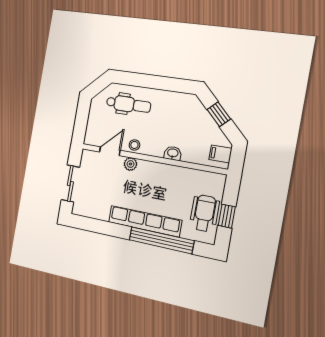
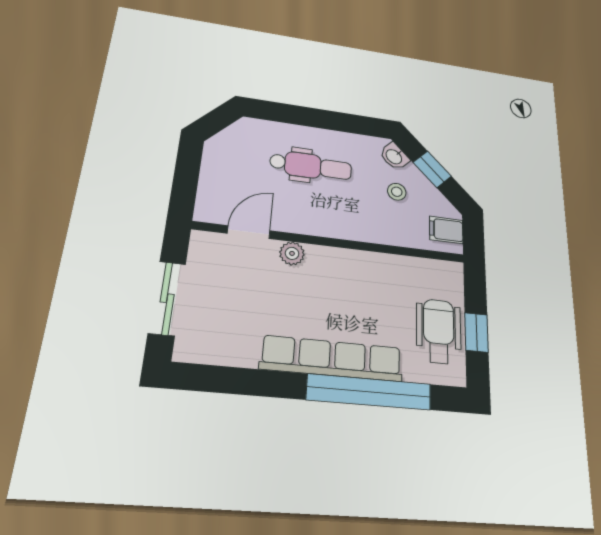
dental chair: (128, 104) -> (311, 166), moved
stool: (134, 145) -> (397, 192), moved
washbasin: (173, 153) -> (394, 156), moved, turned -135

